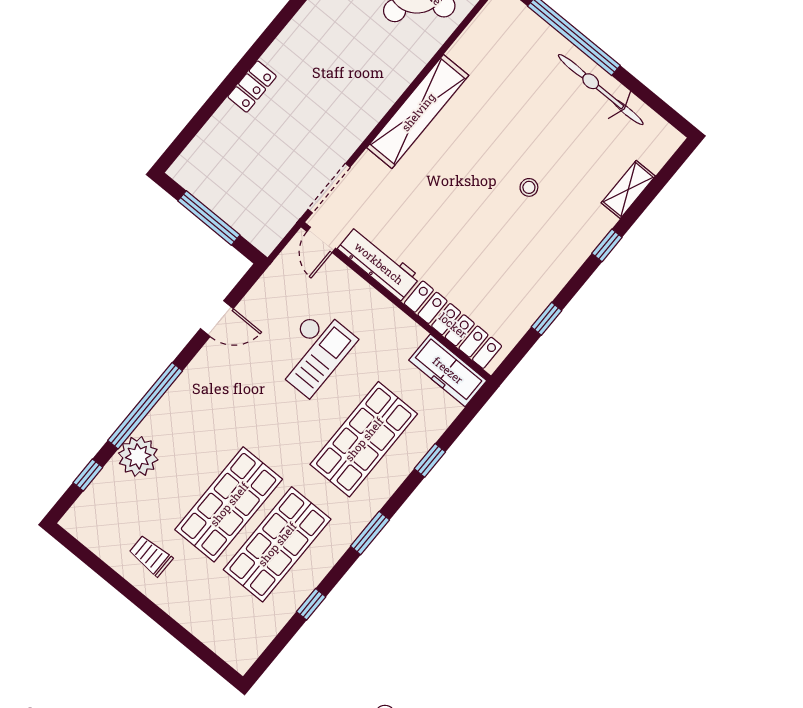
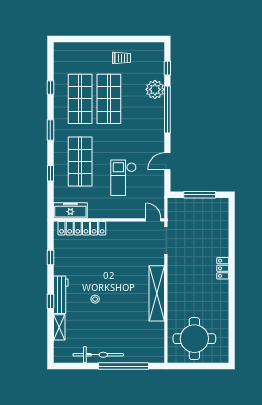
locker: (252, 87) -> (223, 268), moved
workbench: (379, 263) -> (61, 295), moved, turned -90

